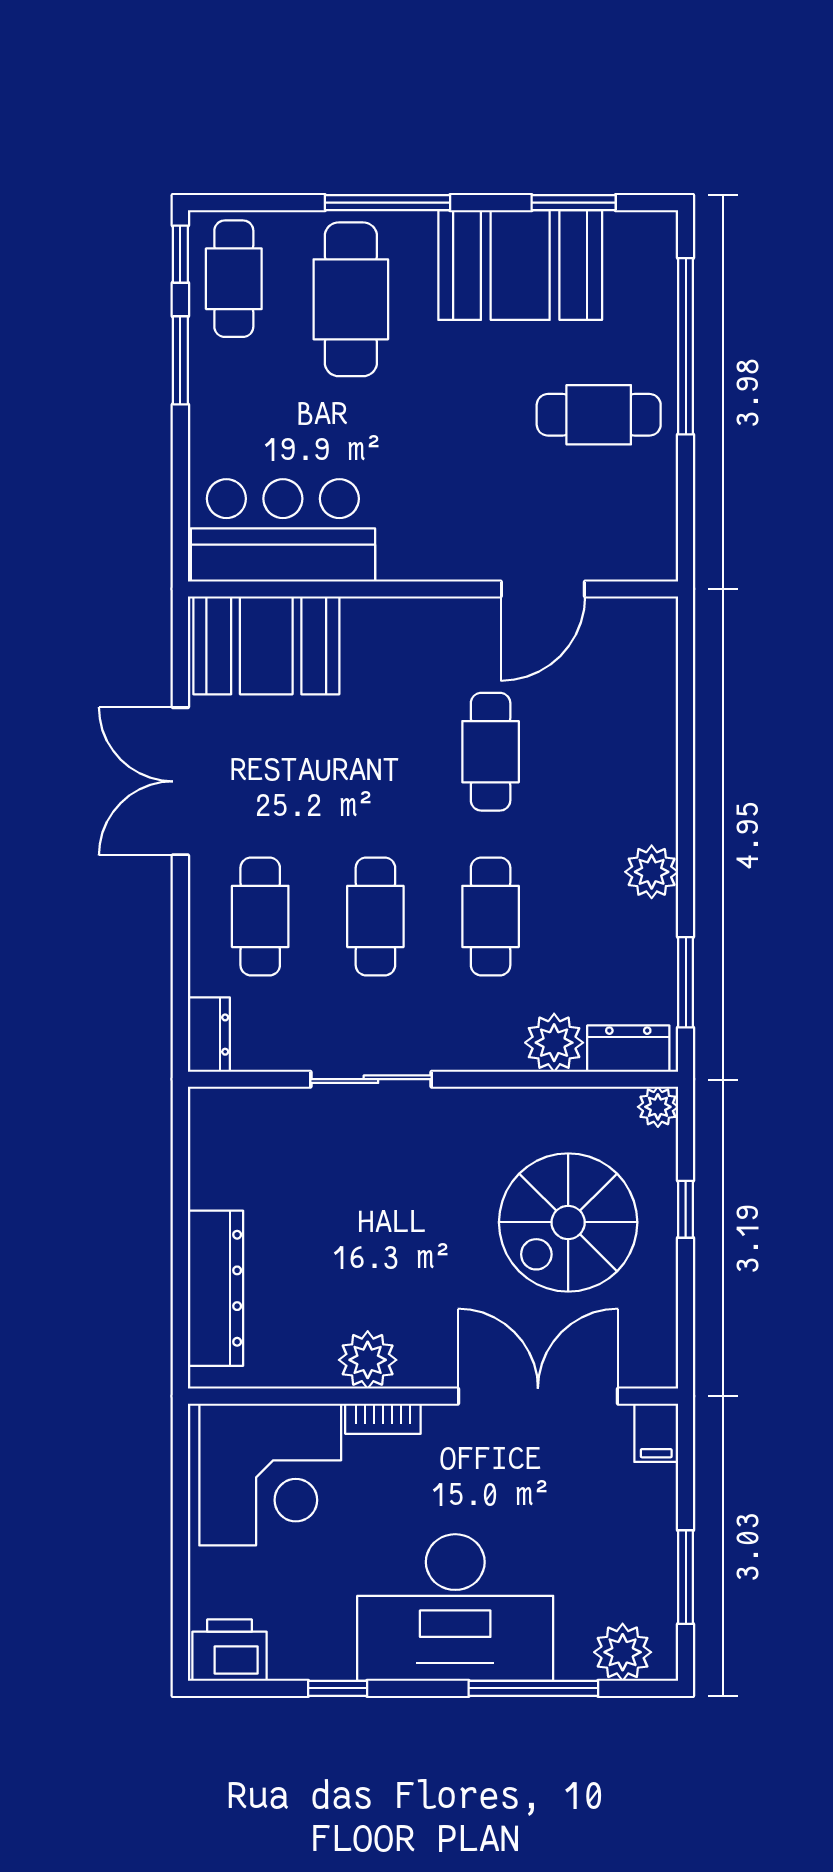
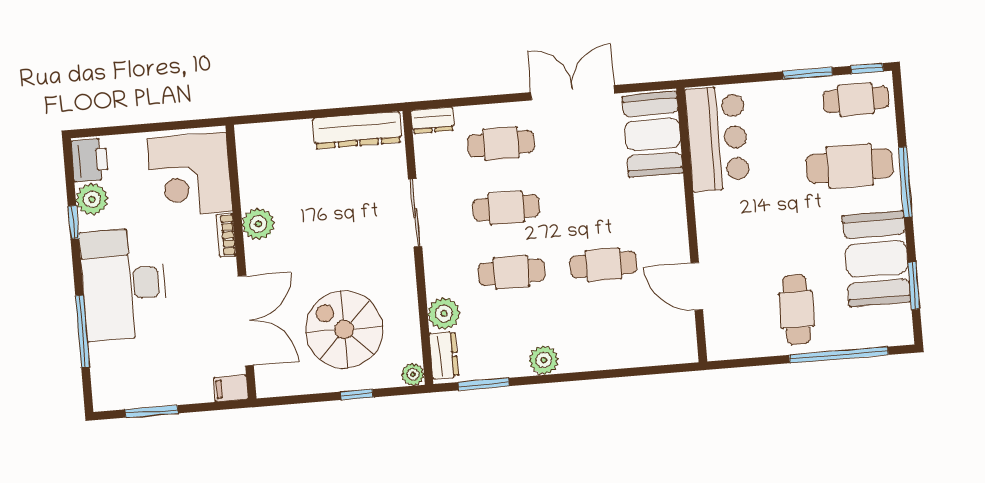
dresser: (216, 1288) -> (357, 130), moved
plant: (623, 1652) -> (92, 199), moved

